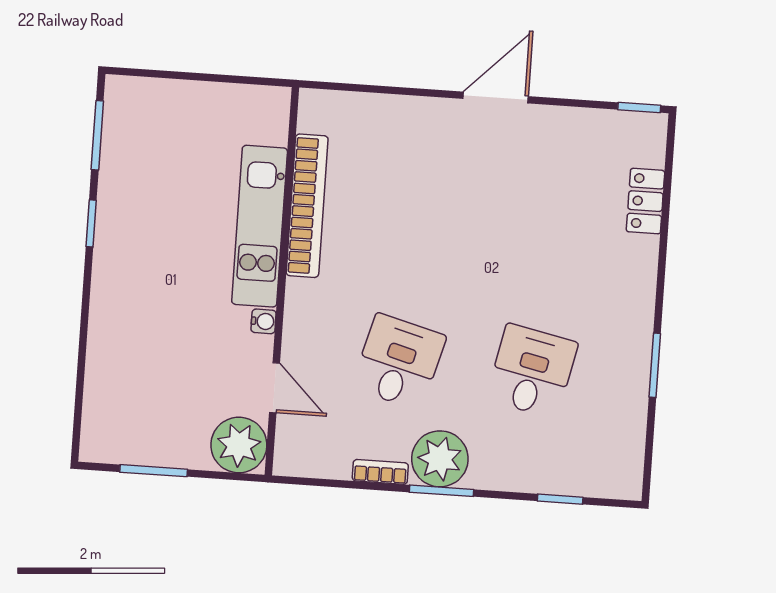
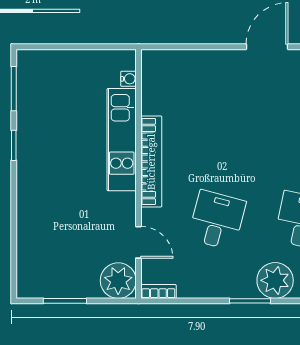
bookcase: (307, 206) -> (151, 162), moved
water cooler: (264, 321) -> (128, 79), moved
plant: (440, 459) -> (275, 280), moved
bookcase: (380, 472) -> (158, 291), moved

